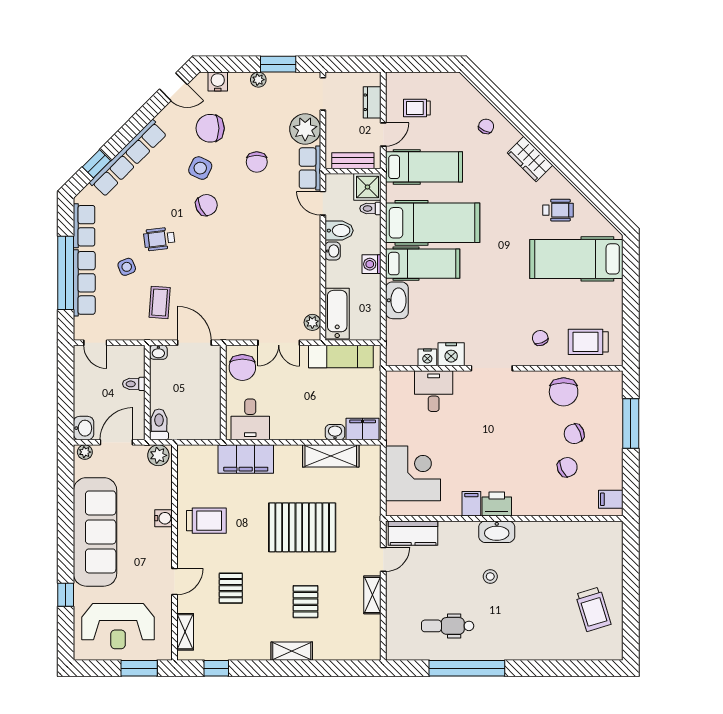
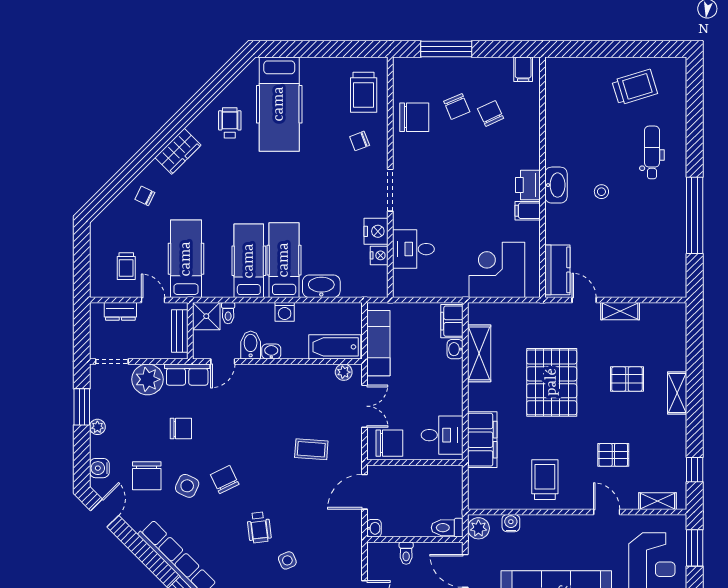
hospital bed: (433, 223) -> (249, 261), width x0.73, depth x0.78
coffee table: (160, 302) -> (311, 449), moved
water cooler: (164, 518) -> (511, 523), moved
dental chair: (448, 626) -> (652, 152), moved, turned 180

